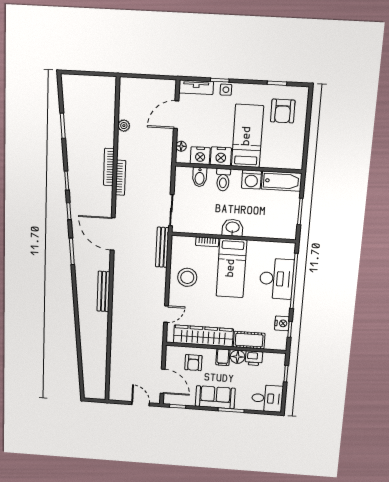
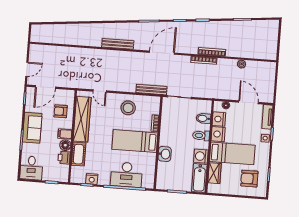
wardrobe: (275, 160) -> (215, 173), added
washbasin: (233, 228) -> (165, 154), moved

